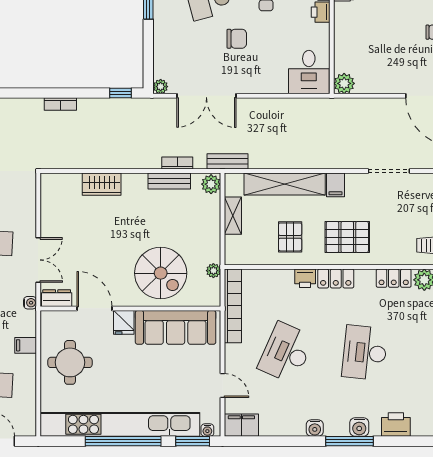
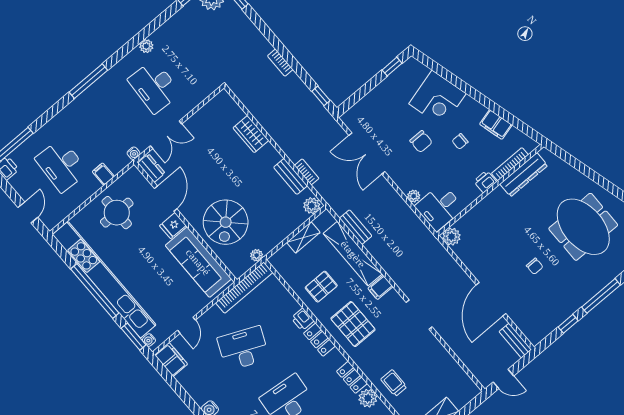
plant: (161, 87) -> (414, 196), moved
bench: (228, 161) -> (356, 227), moved

